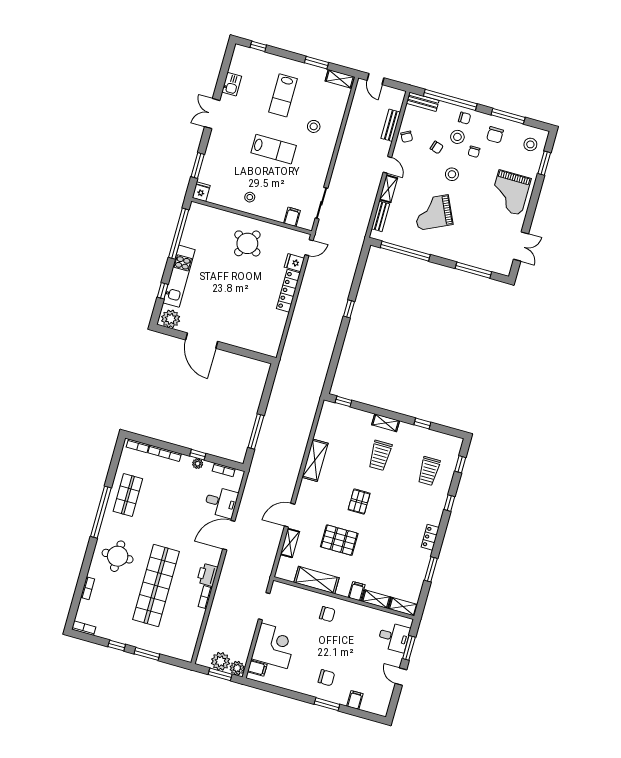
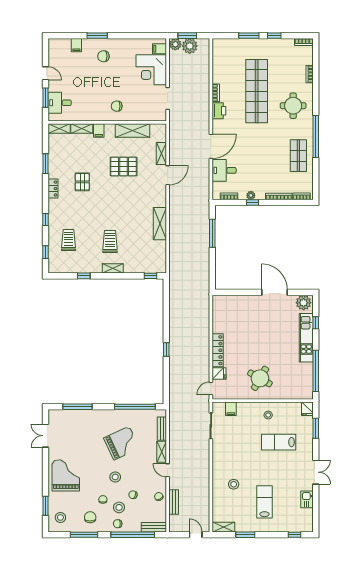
lab bench: (274, 149) -> (279, 442), moved
pallet: (359, 502) -> (82, 182), moved

